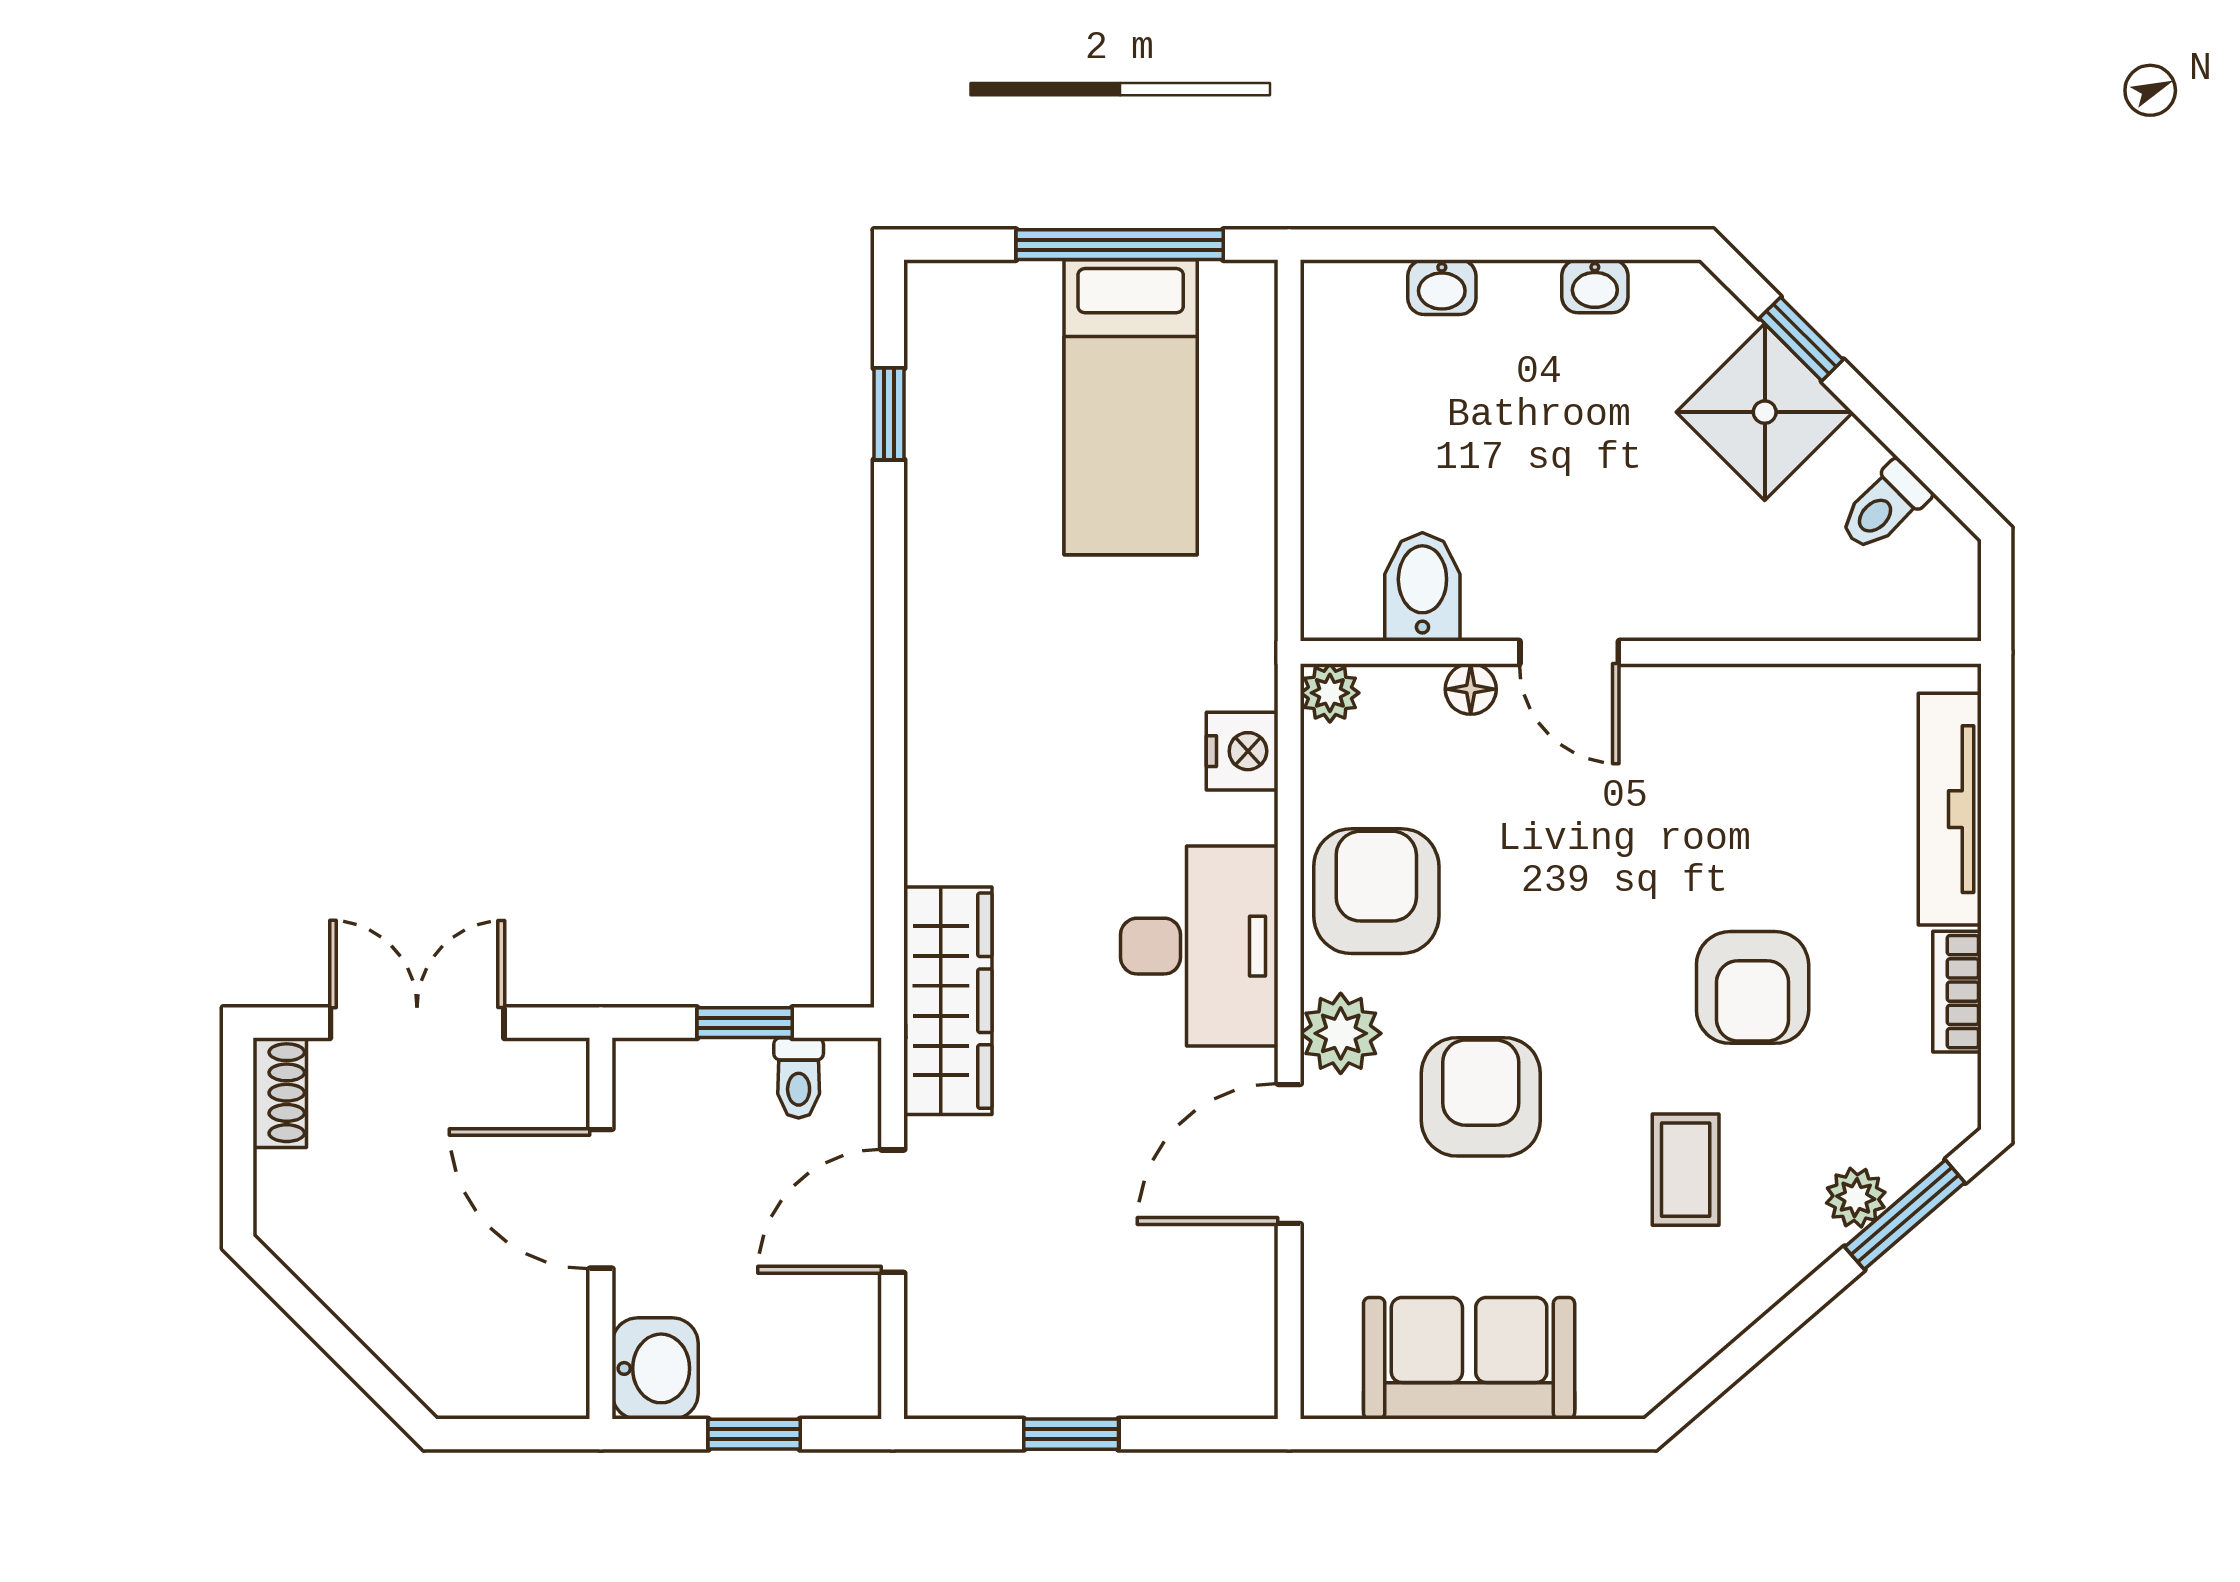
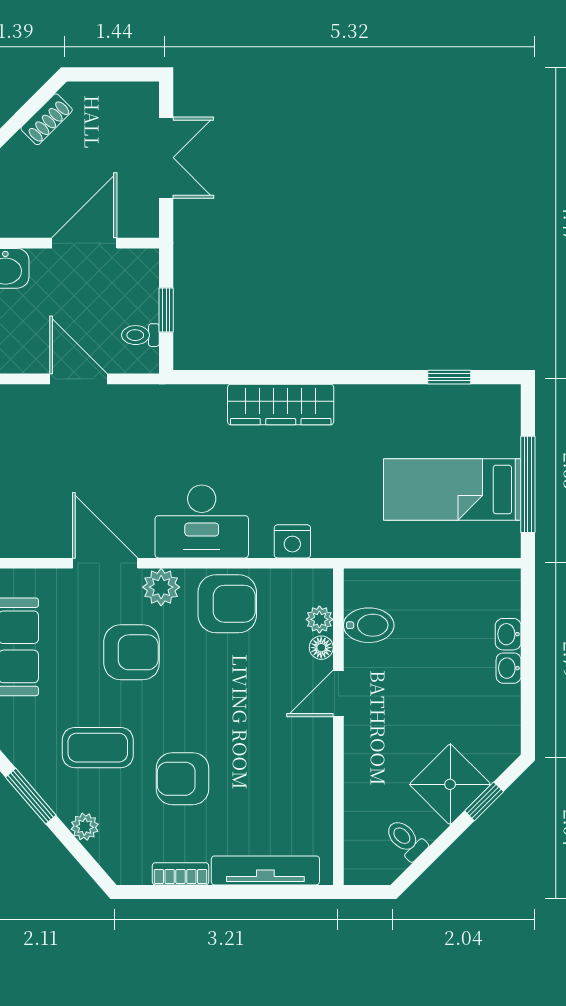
washbasin: (1595, 286) -> (509, 668), moved
plant: (1330, 693) -> (319, 619), moved
wardrobe: (948, 1001) -> (281, 405), moved
shoe rack: (280, 1093) -> (47, 119), moved, turned -45
coffee table: (1686, 1170) -> (98, 748), width x1.36, depth x1.30
window: (1905, 1215) -> (31, 796), moved

